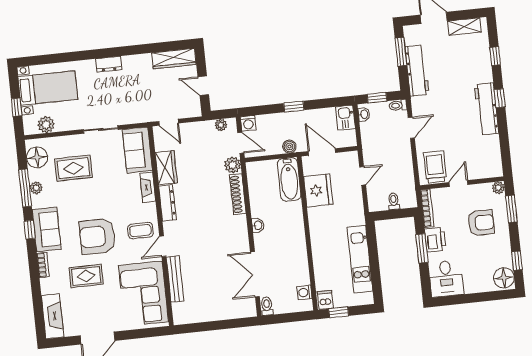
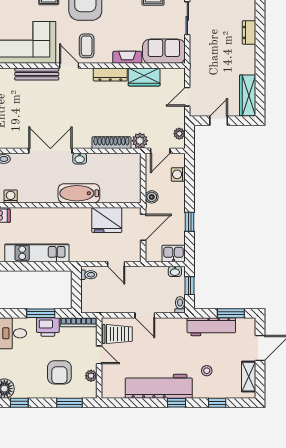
stool: (463, 70) -> (207, 371), added
window: (294, 107) -> (189, 222), moved
workbench: (486, 109) -> (159, 386), width x1.36, depth x1.32
door: (169, 122) -> (187, 97), moved
washing machine: (248, 123) -> (178, 174), moved
door: (411, 128) -> (145, 315), moved
bathtub: (289, 179) -> (79, 193), moved
plant: (498, 188) -> (91, 376), moved
toilet: (394, 201) -> (89, 275), moved
double door: (255, 274) -> (50, 151), moved

